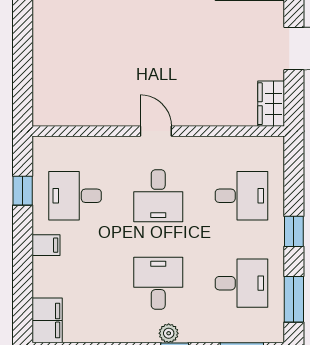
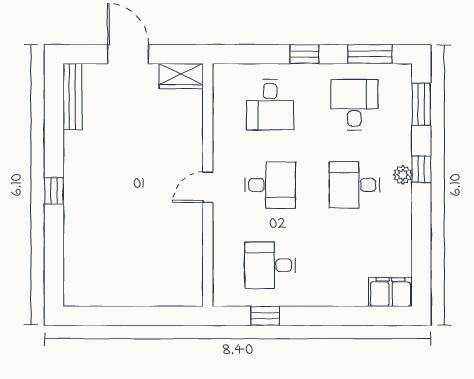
desk: (75, 196) -> (270, 265), turned 90
desk: (241, 196) -> (270, 105), turned 180
filing cabinet: (46, 245) -> (318, 293), removed

